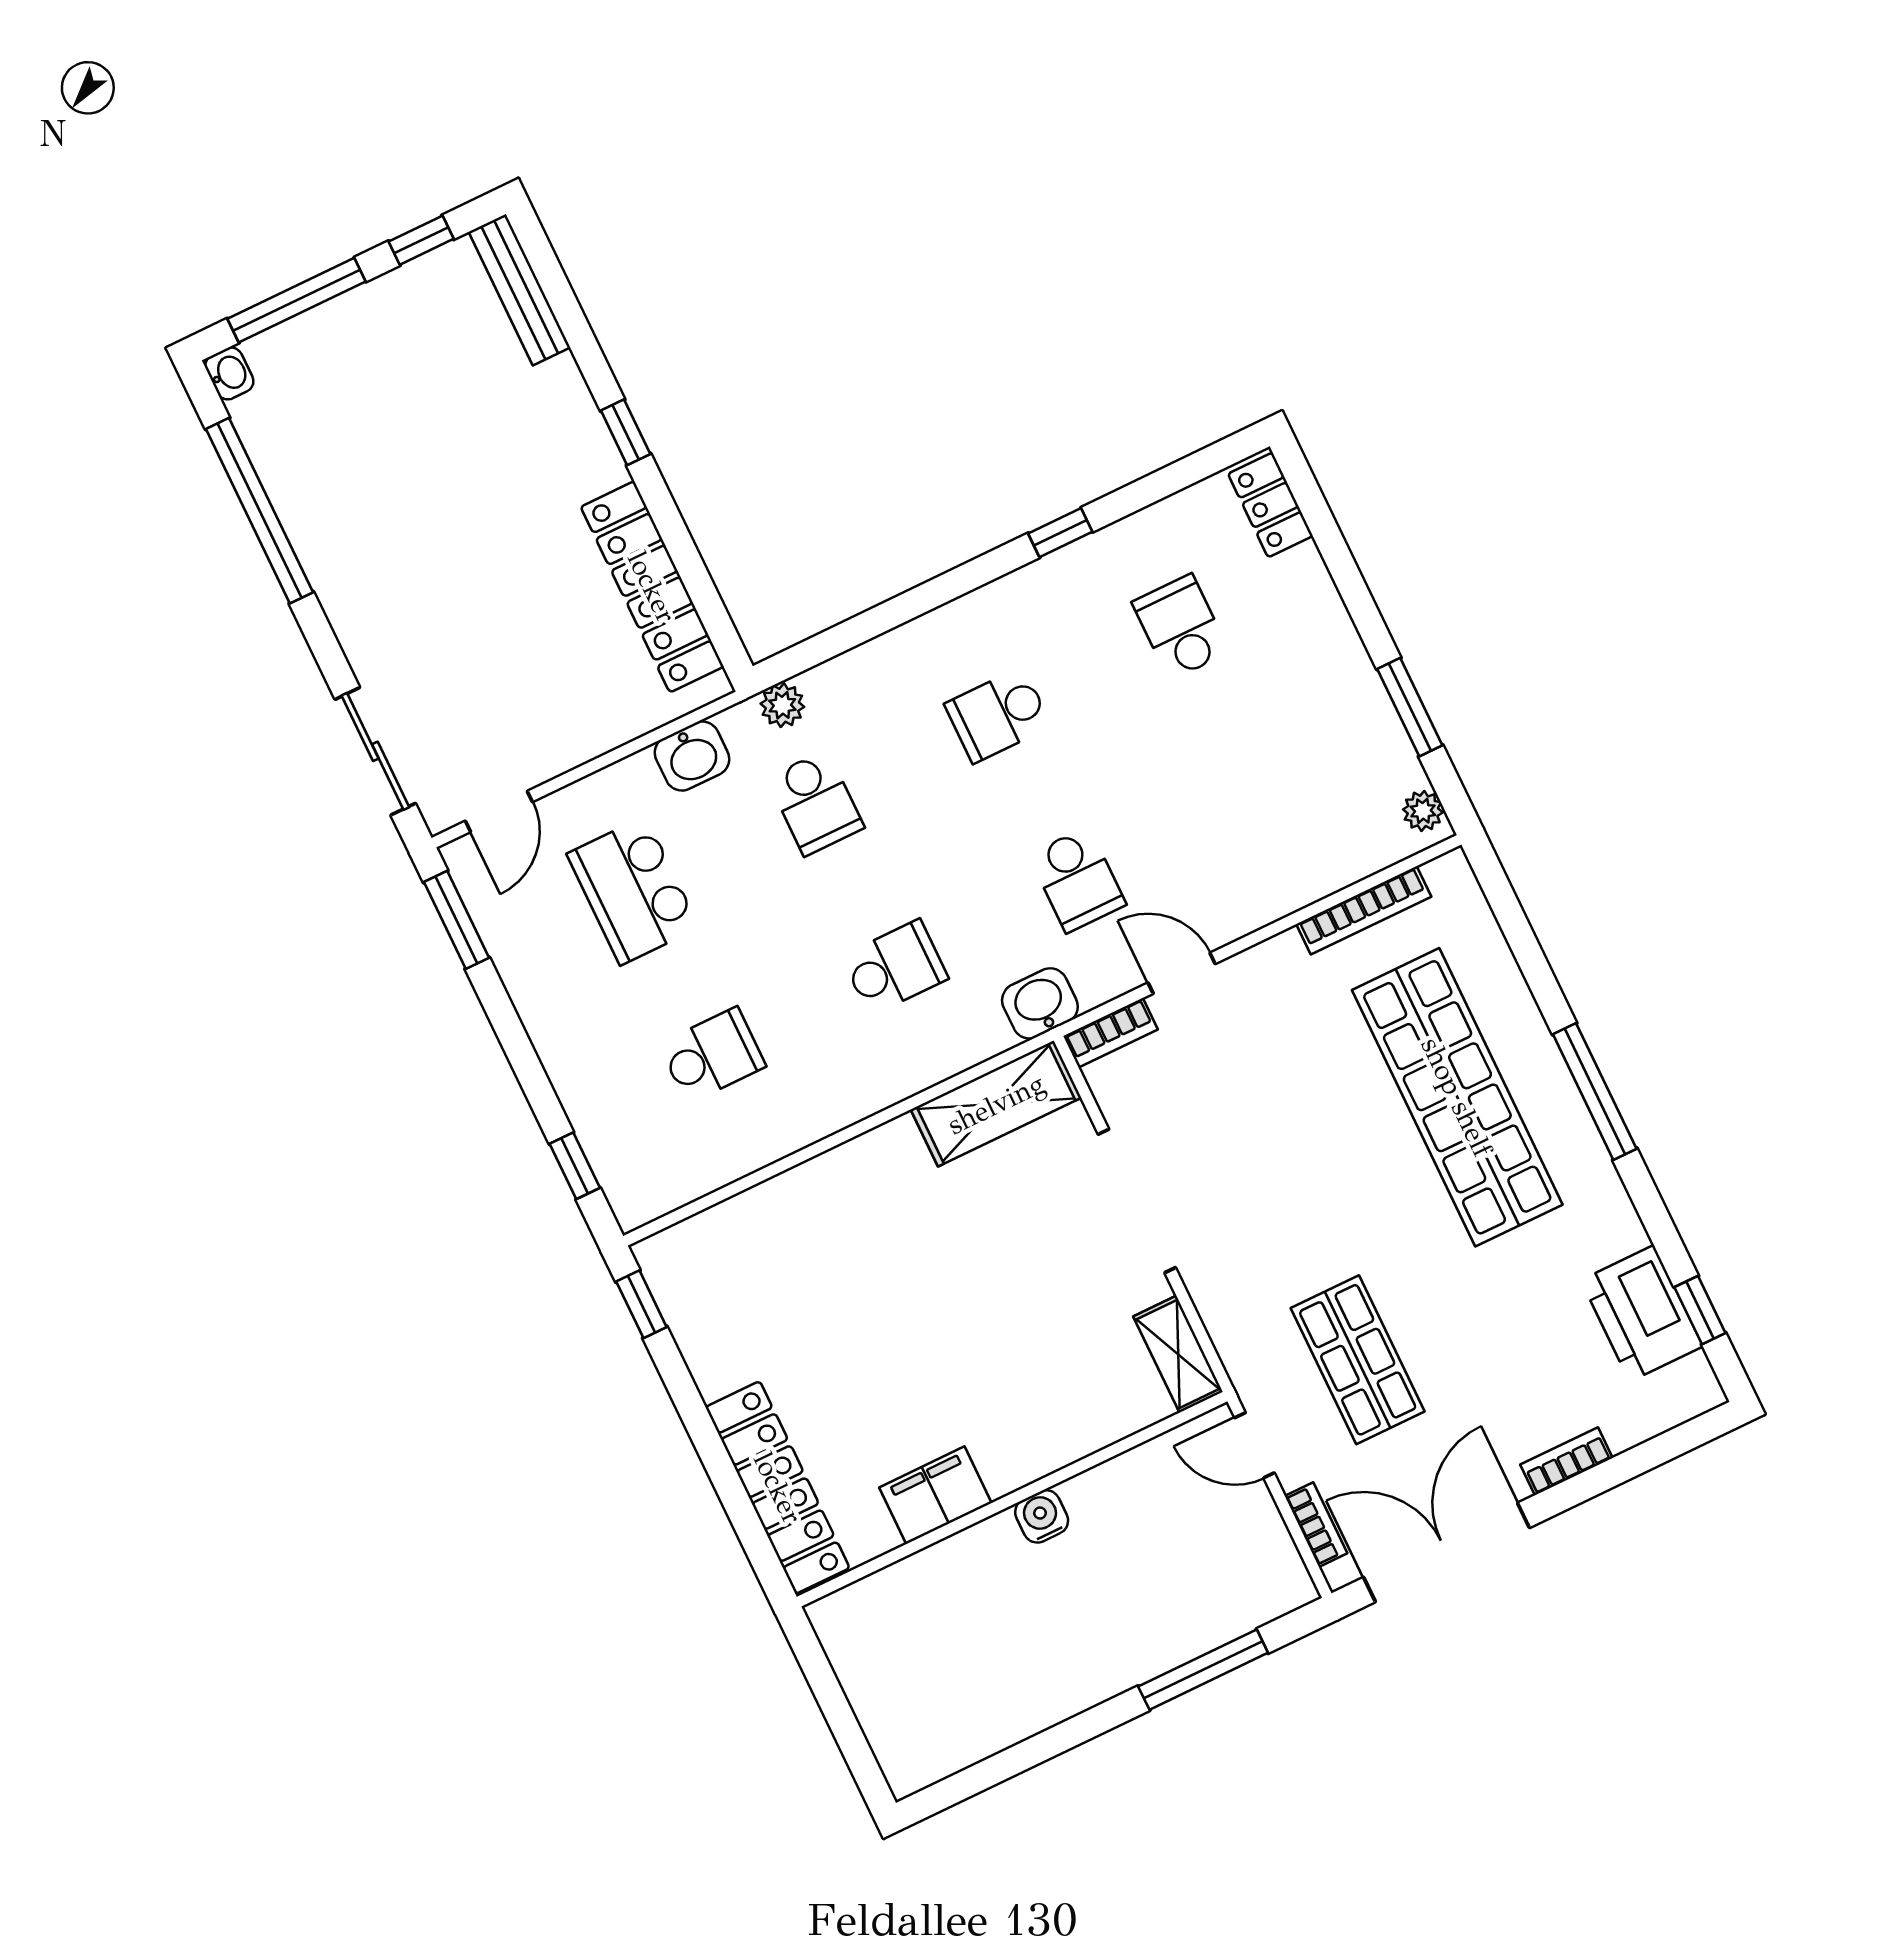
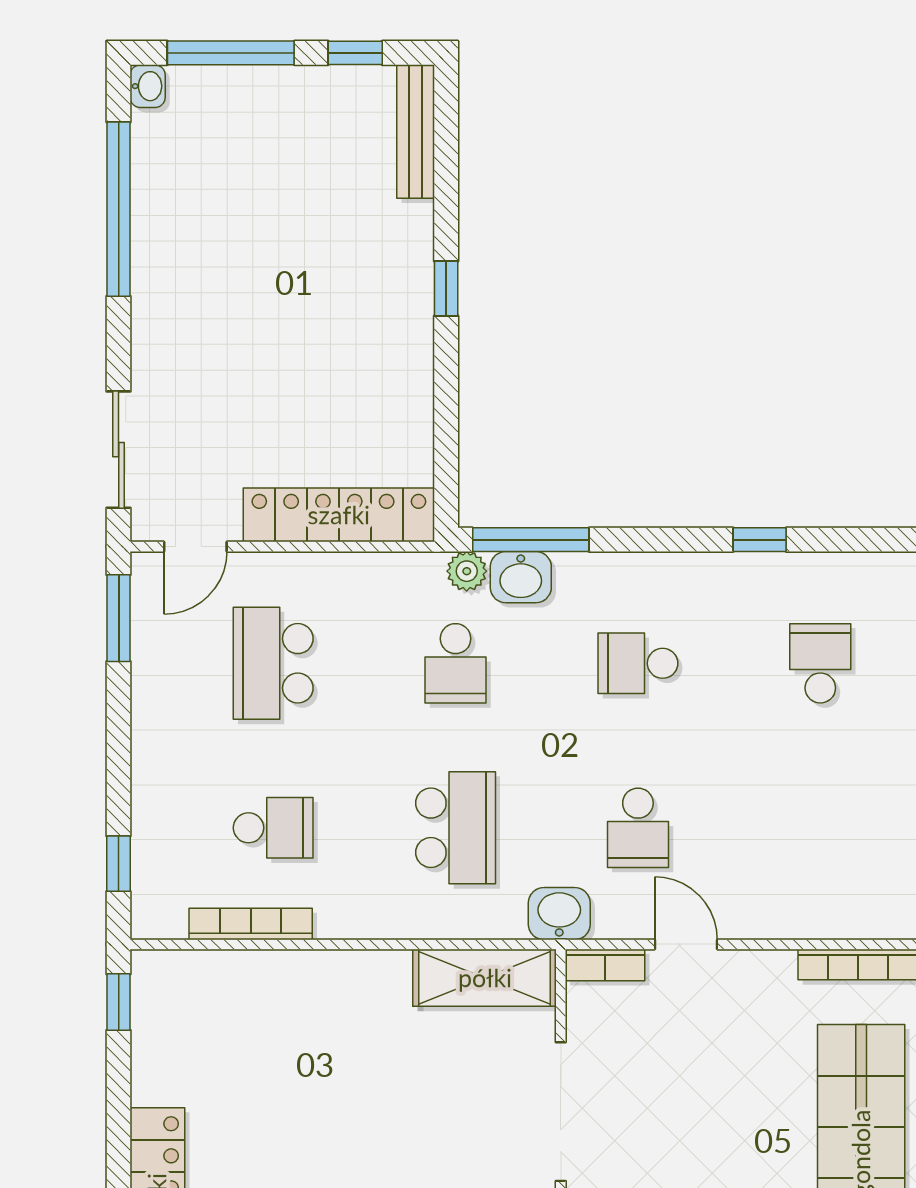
locker: (652, 587) -> (339, 515), moved, turned 90
window: (831, 643) -> (531, 540), added
washbasin: (692, 756) -> (521, 577), moved
school desk: (895, 967) -> (456, 828), width x1.85
bookcase: (736, 1163) -> (251, 924), added

